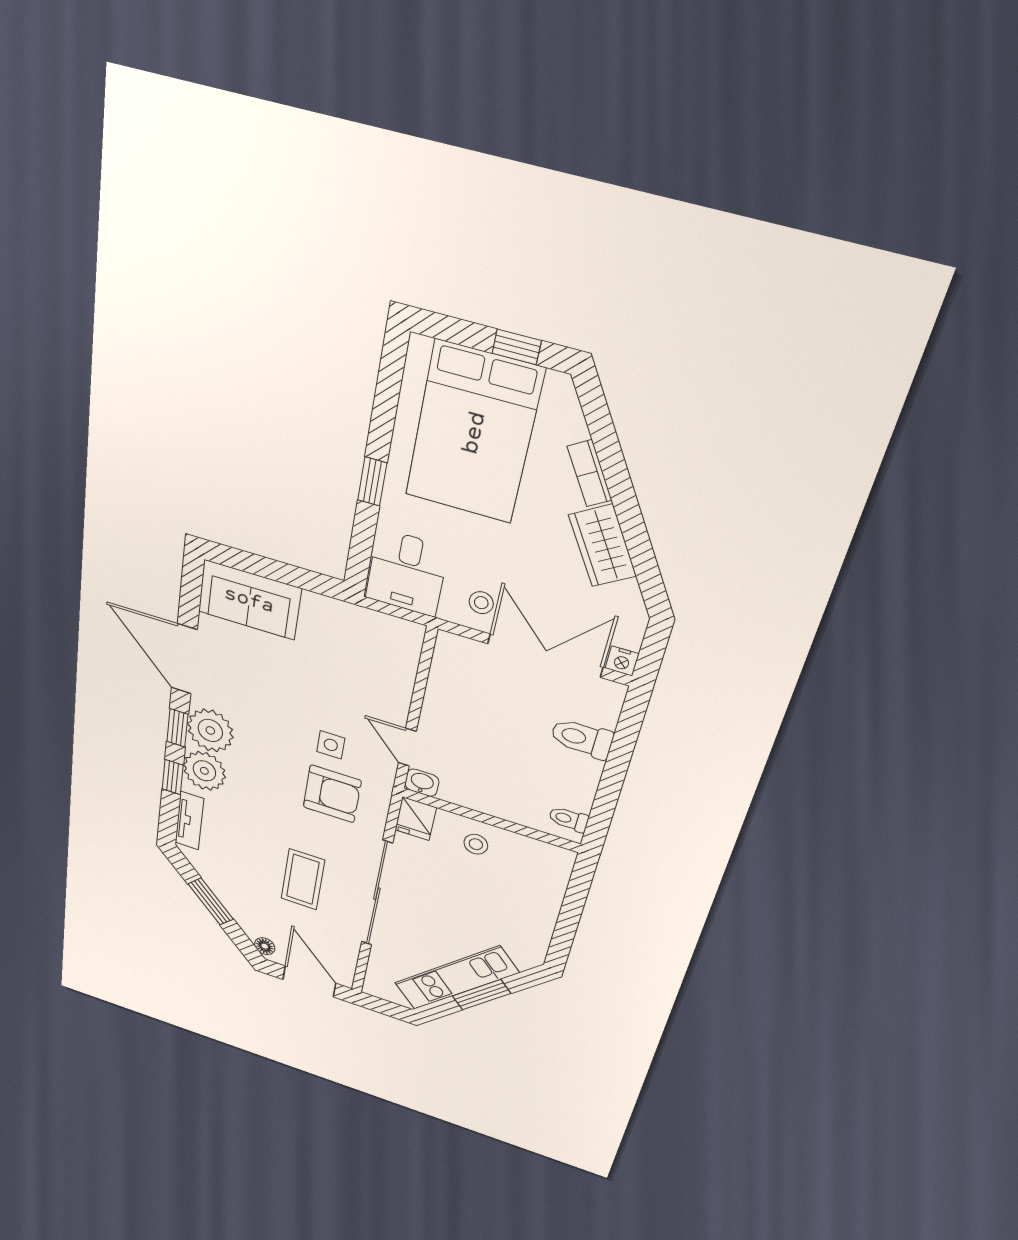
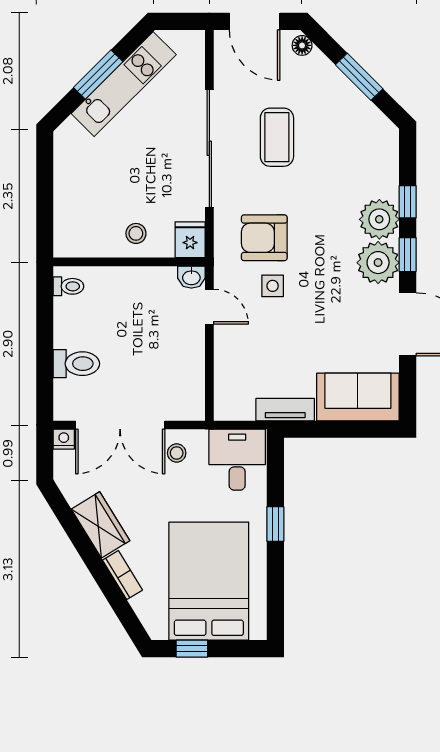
tv unit: (189, 821) -> (285, 410), moved, turned 90

